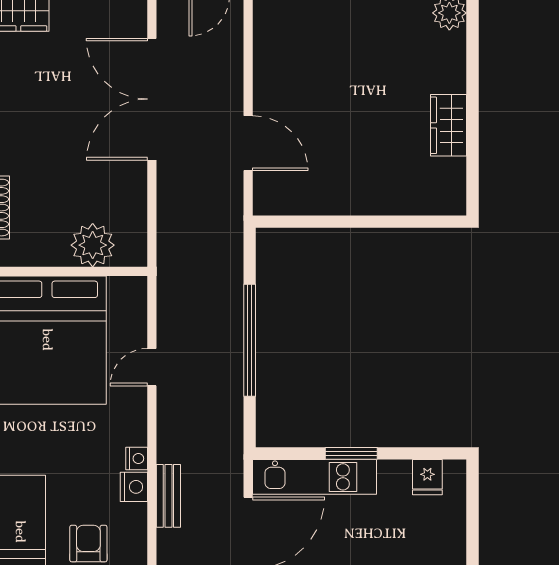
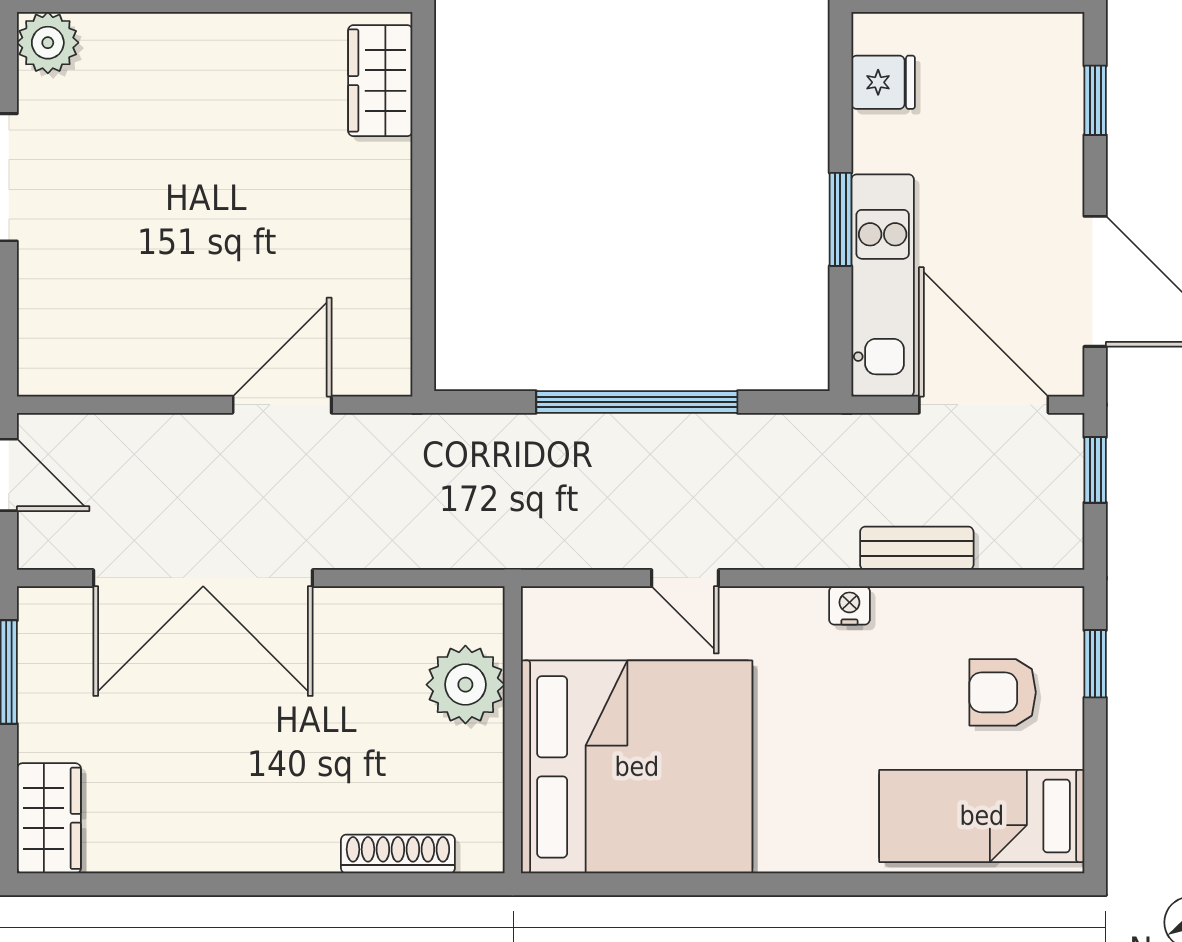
wardrobe: (449, 125) -> (380, 81), moved, turned 90
nightstand: (134, 487) -> (901, 611), removed

